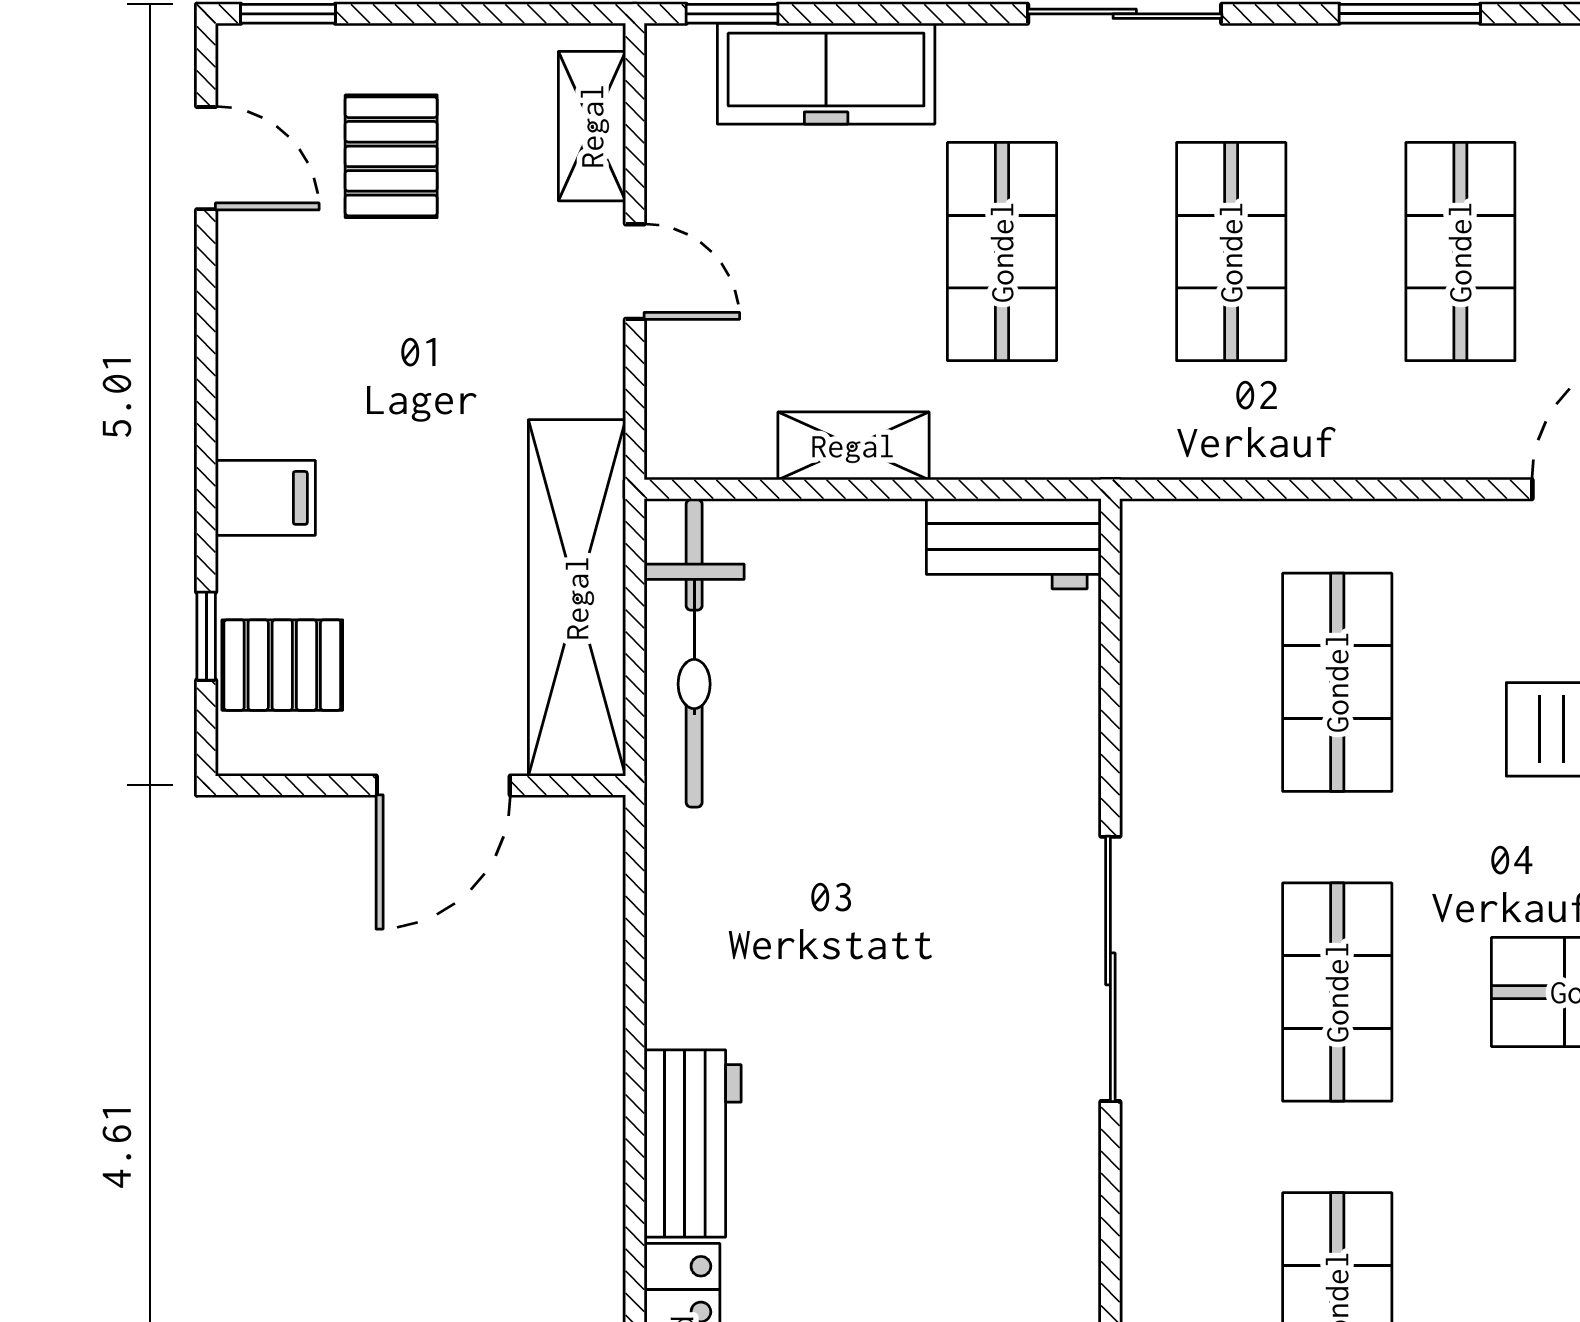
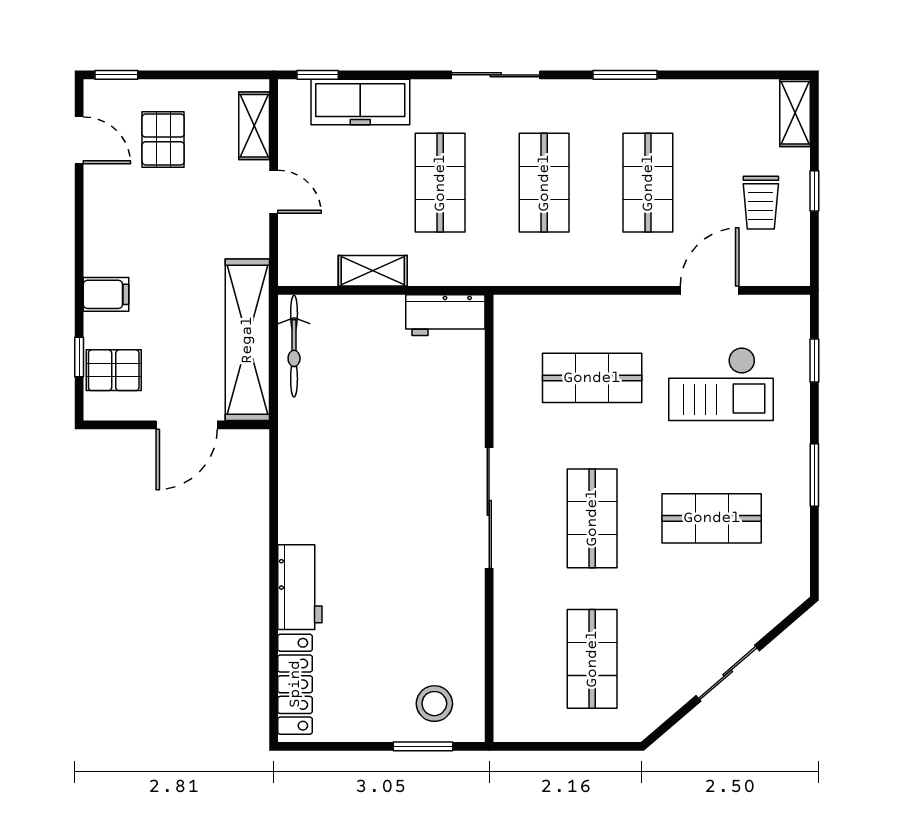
bicycle: (694, 653) -> (294, 346), width x0.73, depth x0.71
shop shelf: (1337, 682) -> (592, 378), turned 90

